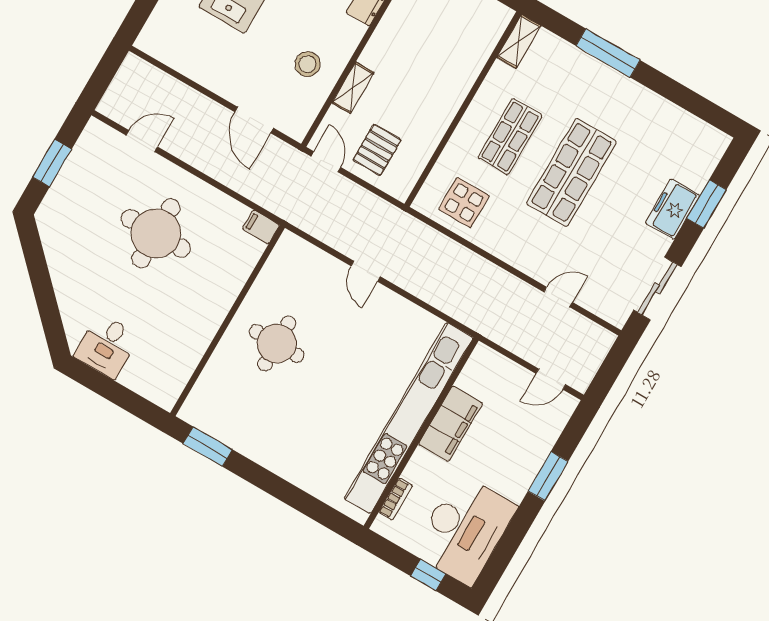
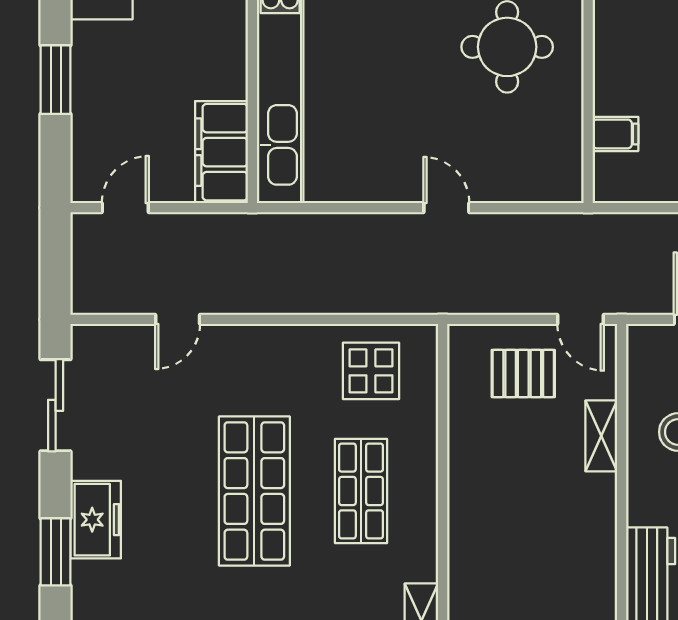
pallet: (377, 150) -> (523, 374), turned 90
filing cabinet: (261, 227) -> (615, 134), moved
filing cabinet: (451, 424) -> (222, 152), moved

